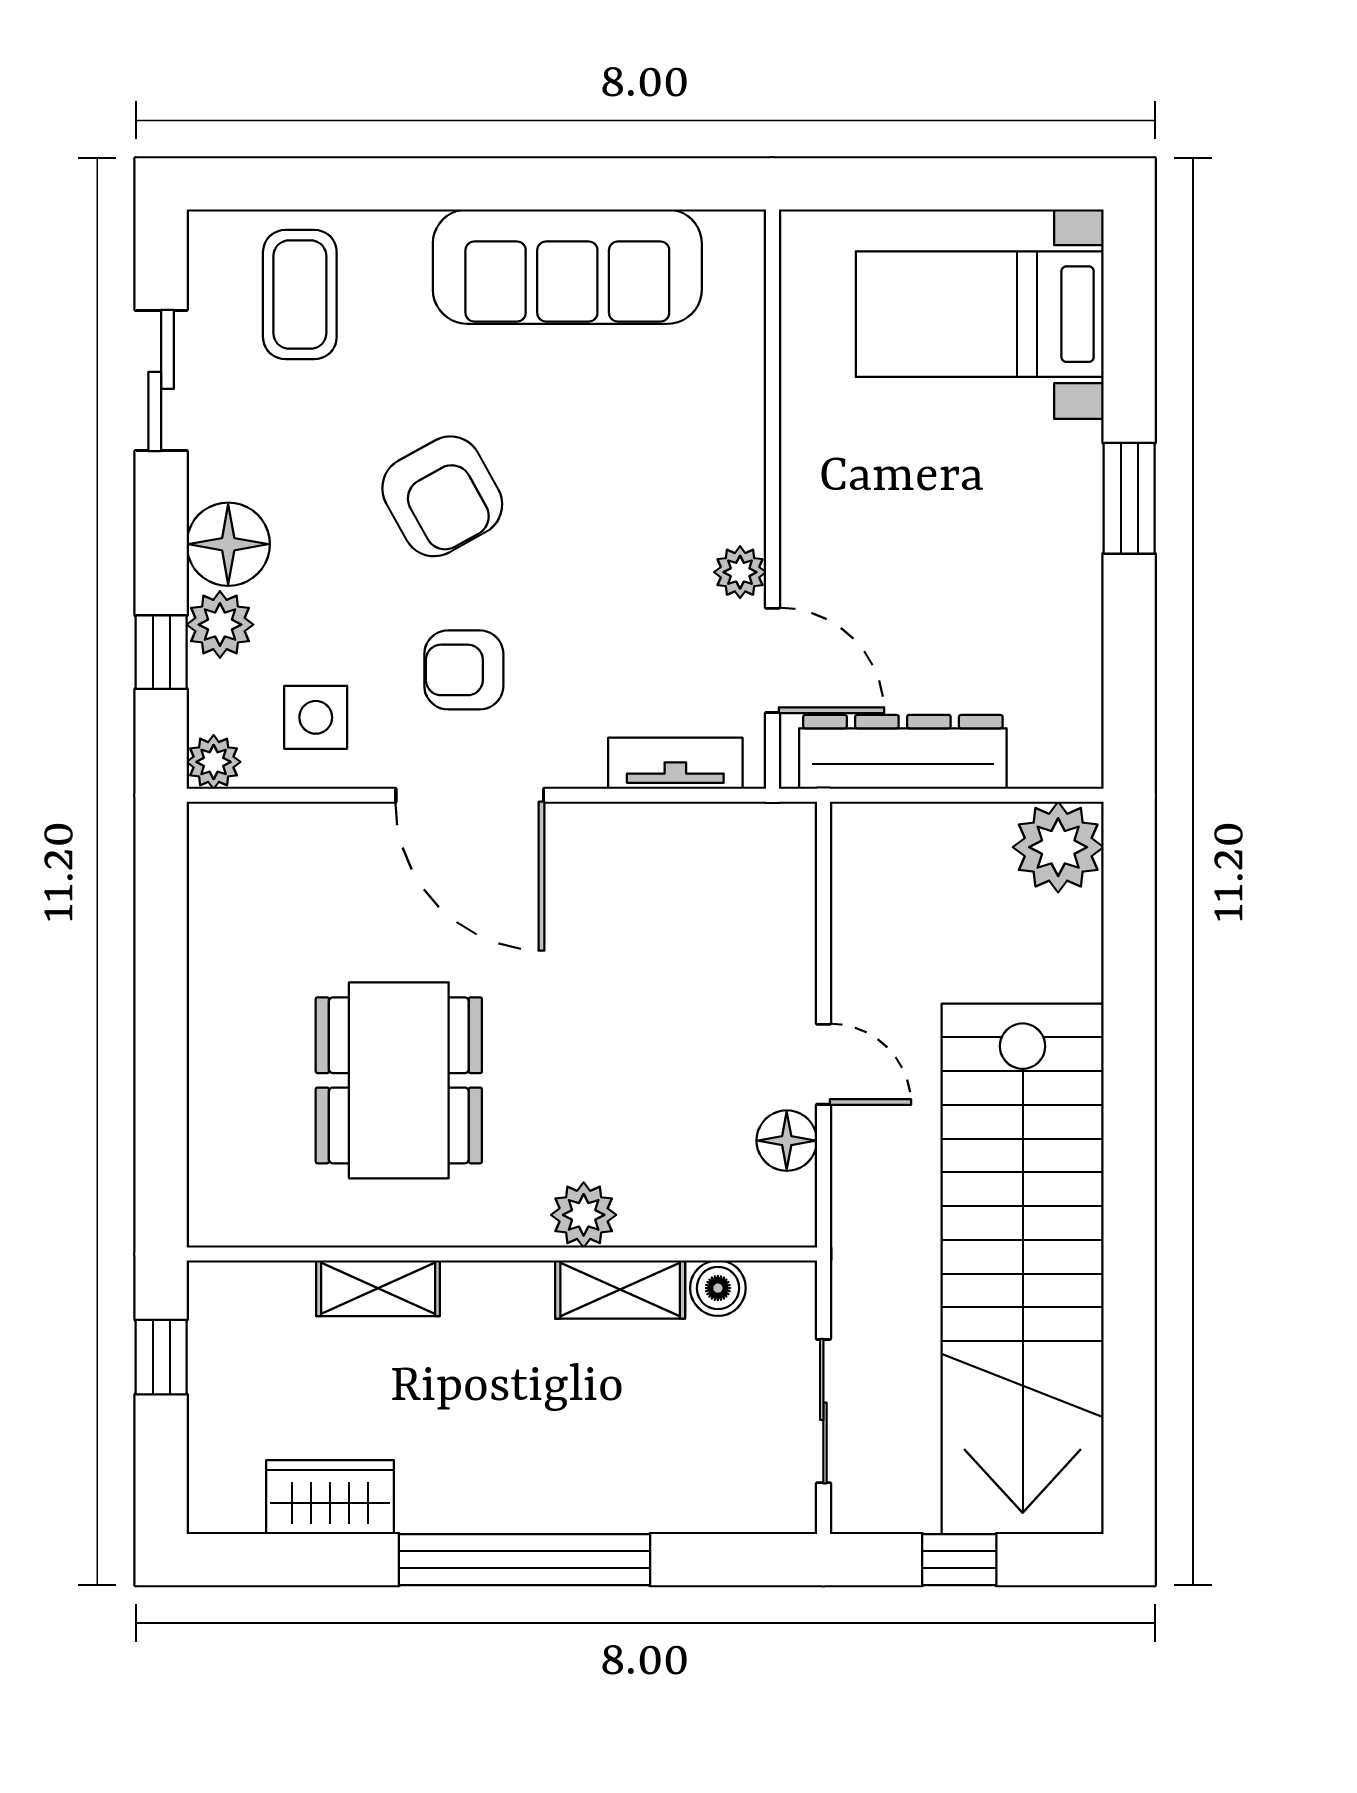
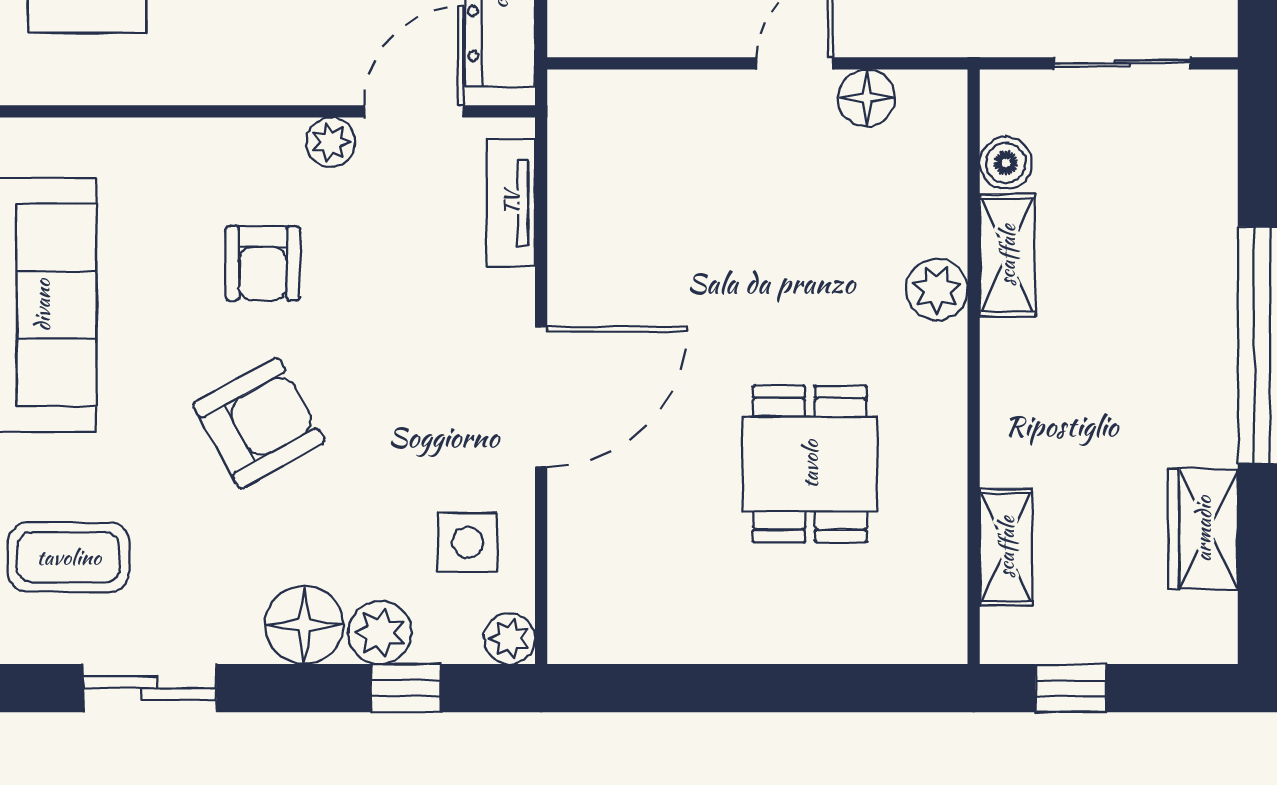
armchair: (464, 670) -> (263, 263), moved
dining table: (399, 1080) -> (810, 464), width x0.73
shelving: (378, 1288) -> (1006, 547), moved

